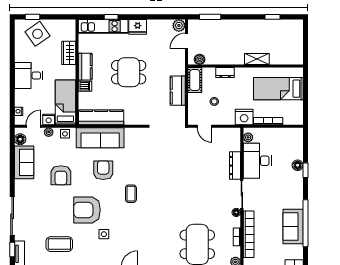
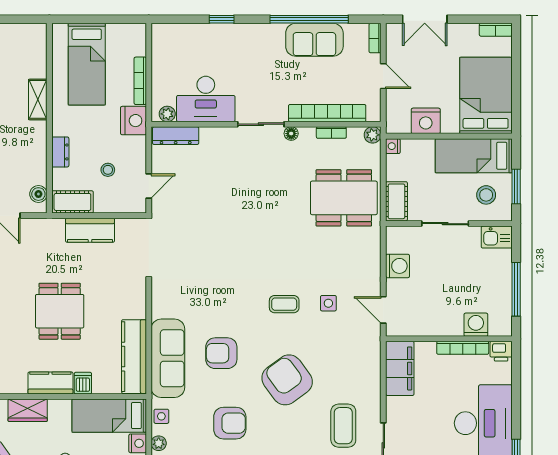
floor lamp: (298, 165) -> (213, 32), removed
dresser: (235, 166) -> (176, 136), moved
coffee table: (131, 194) -> (284, 304), moved
armchair: (87, 210) -> (287, 380), turned 144
side table: (104, 234) -> (328, 303), moved

